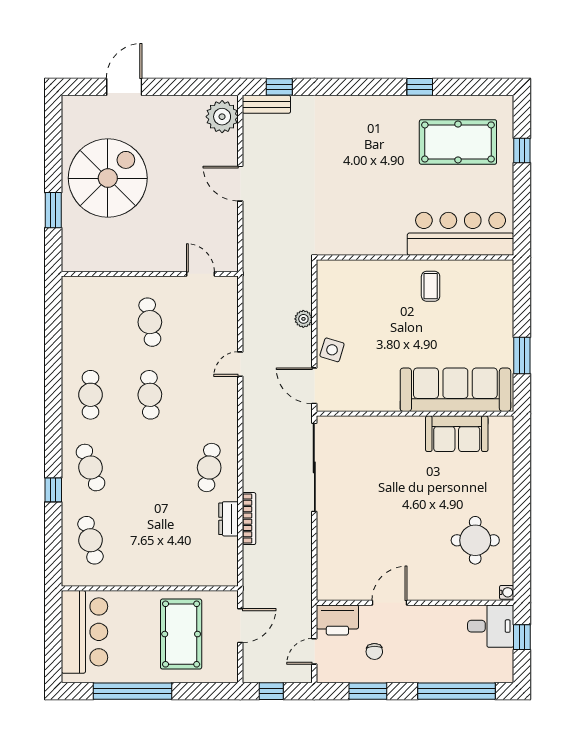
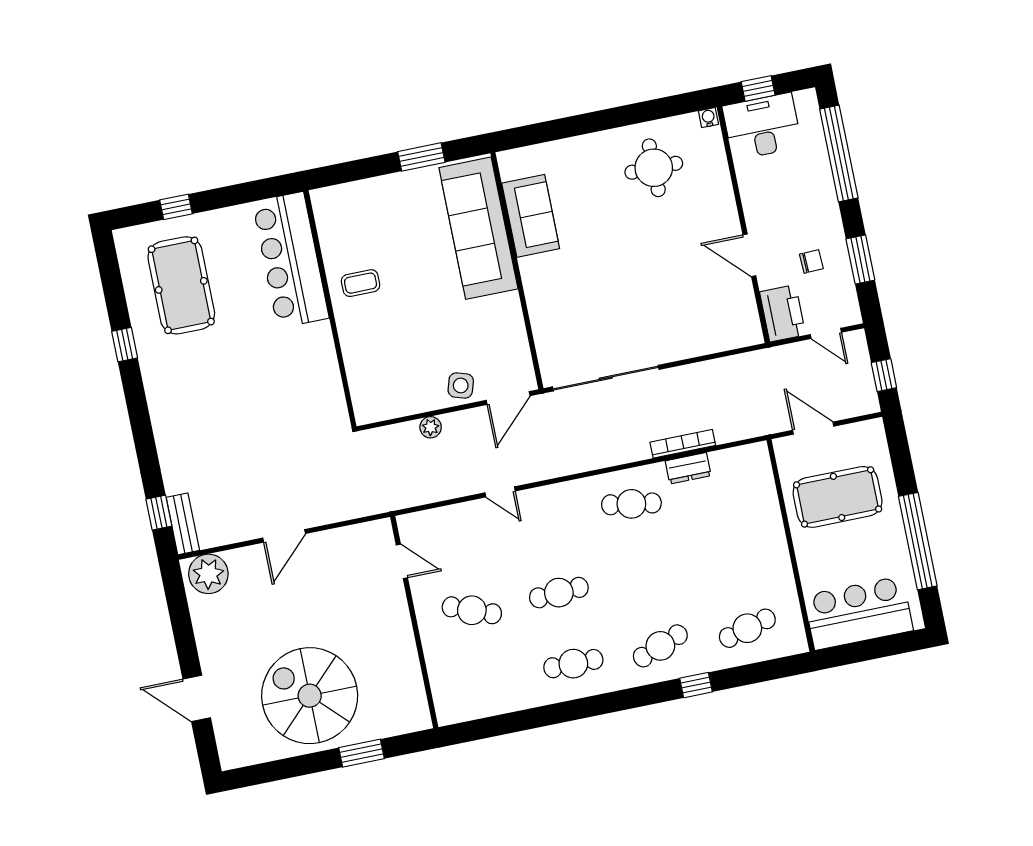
door: (201, 274) -> (402, 561), swing flipped
cafe table: (150, 322) -> (472, 610), turned 30
desk: (491, 626) -> (762, 126), width x1.37

